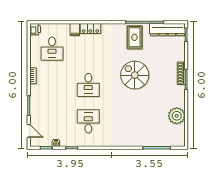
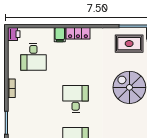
rug: (135, 37) -> (129, 44), turned 90
desk: (88, 85) -> (76, 99), turned 180

